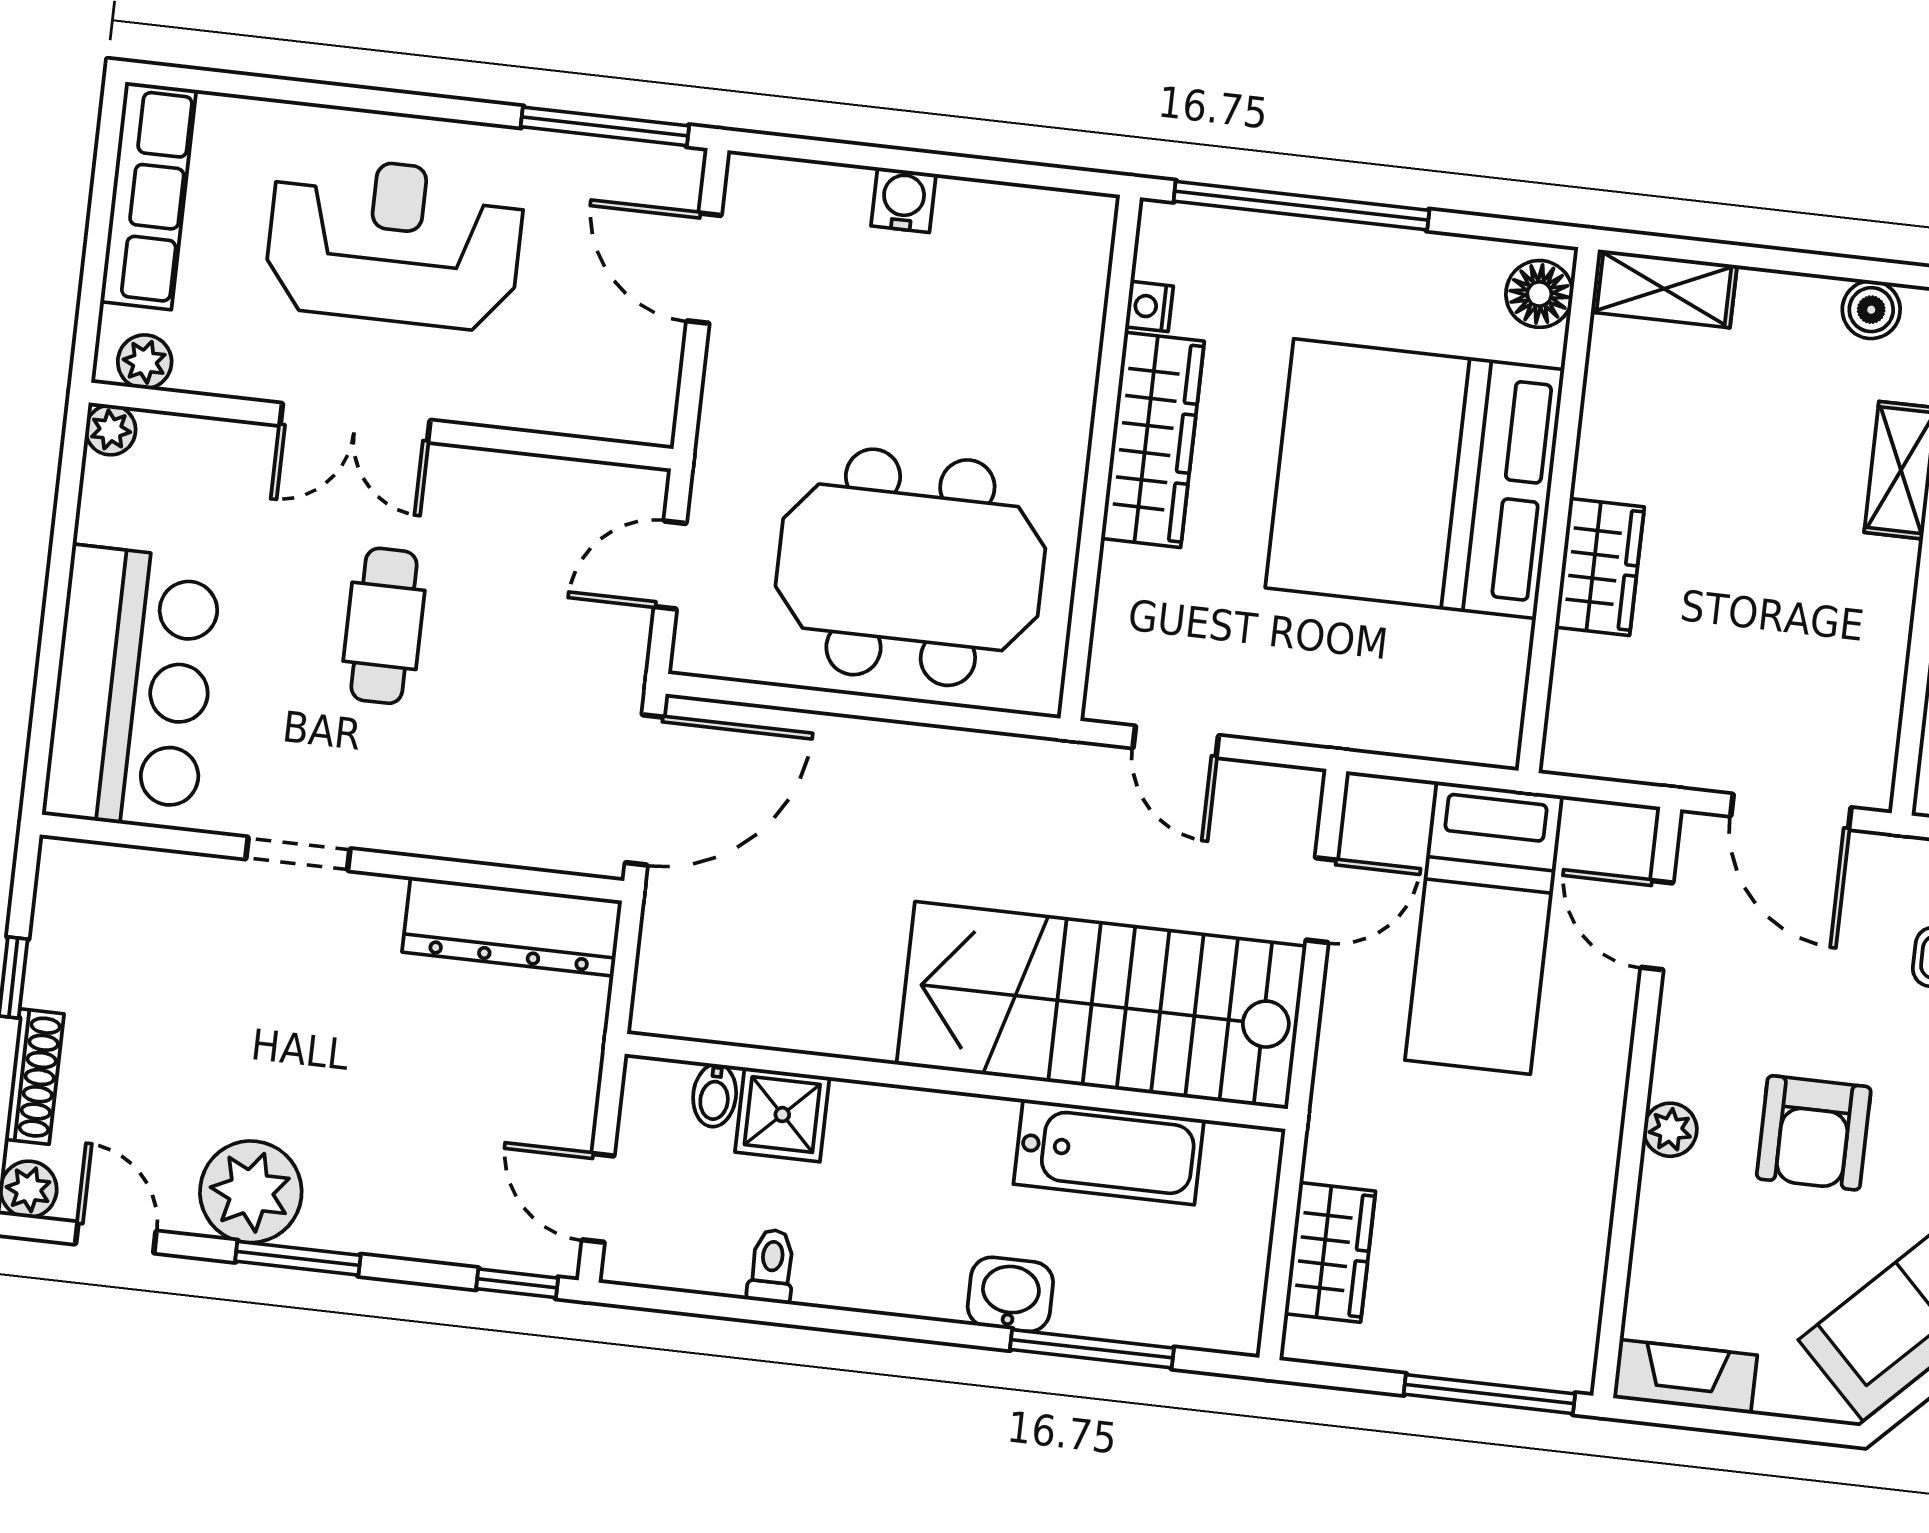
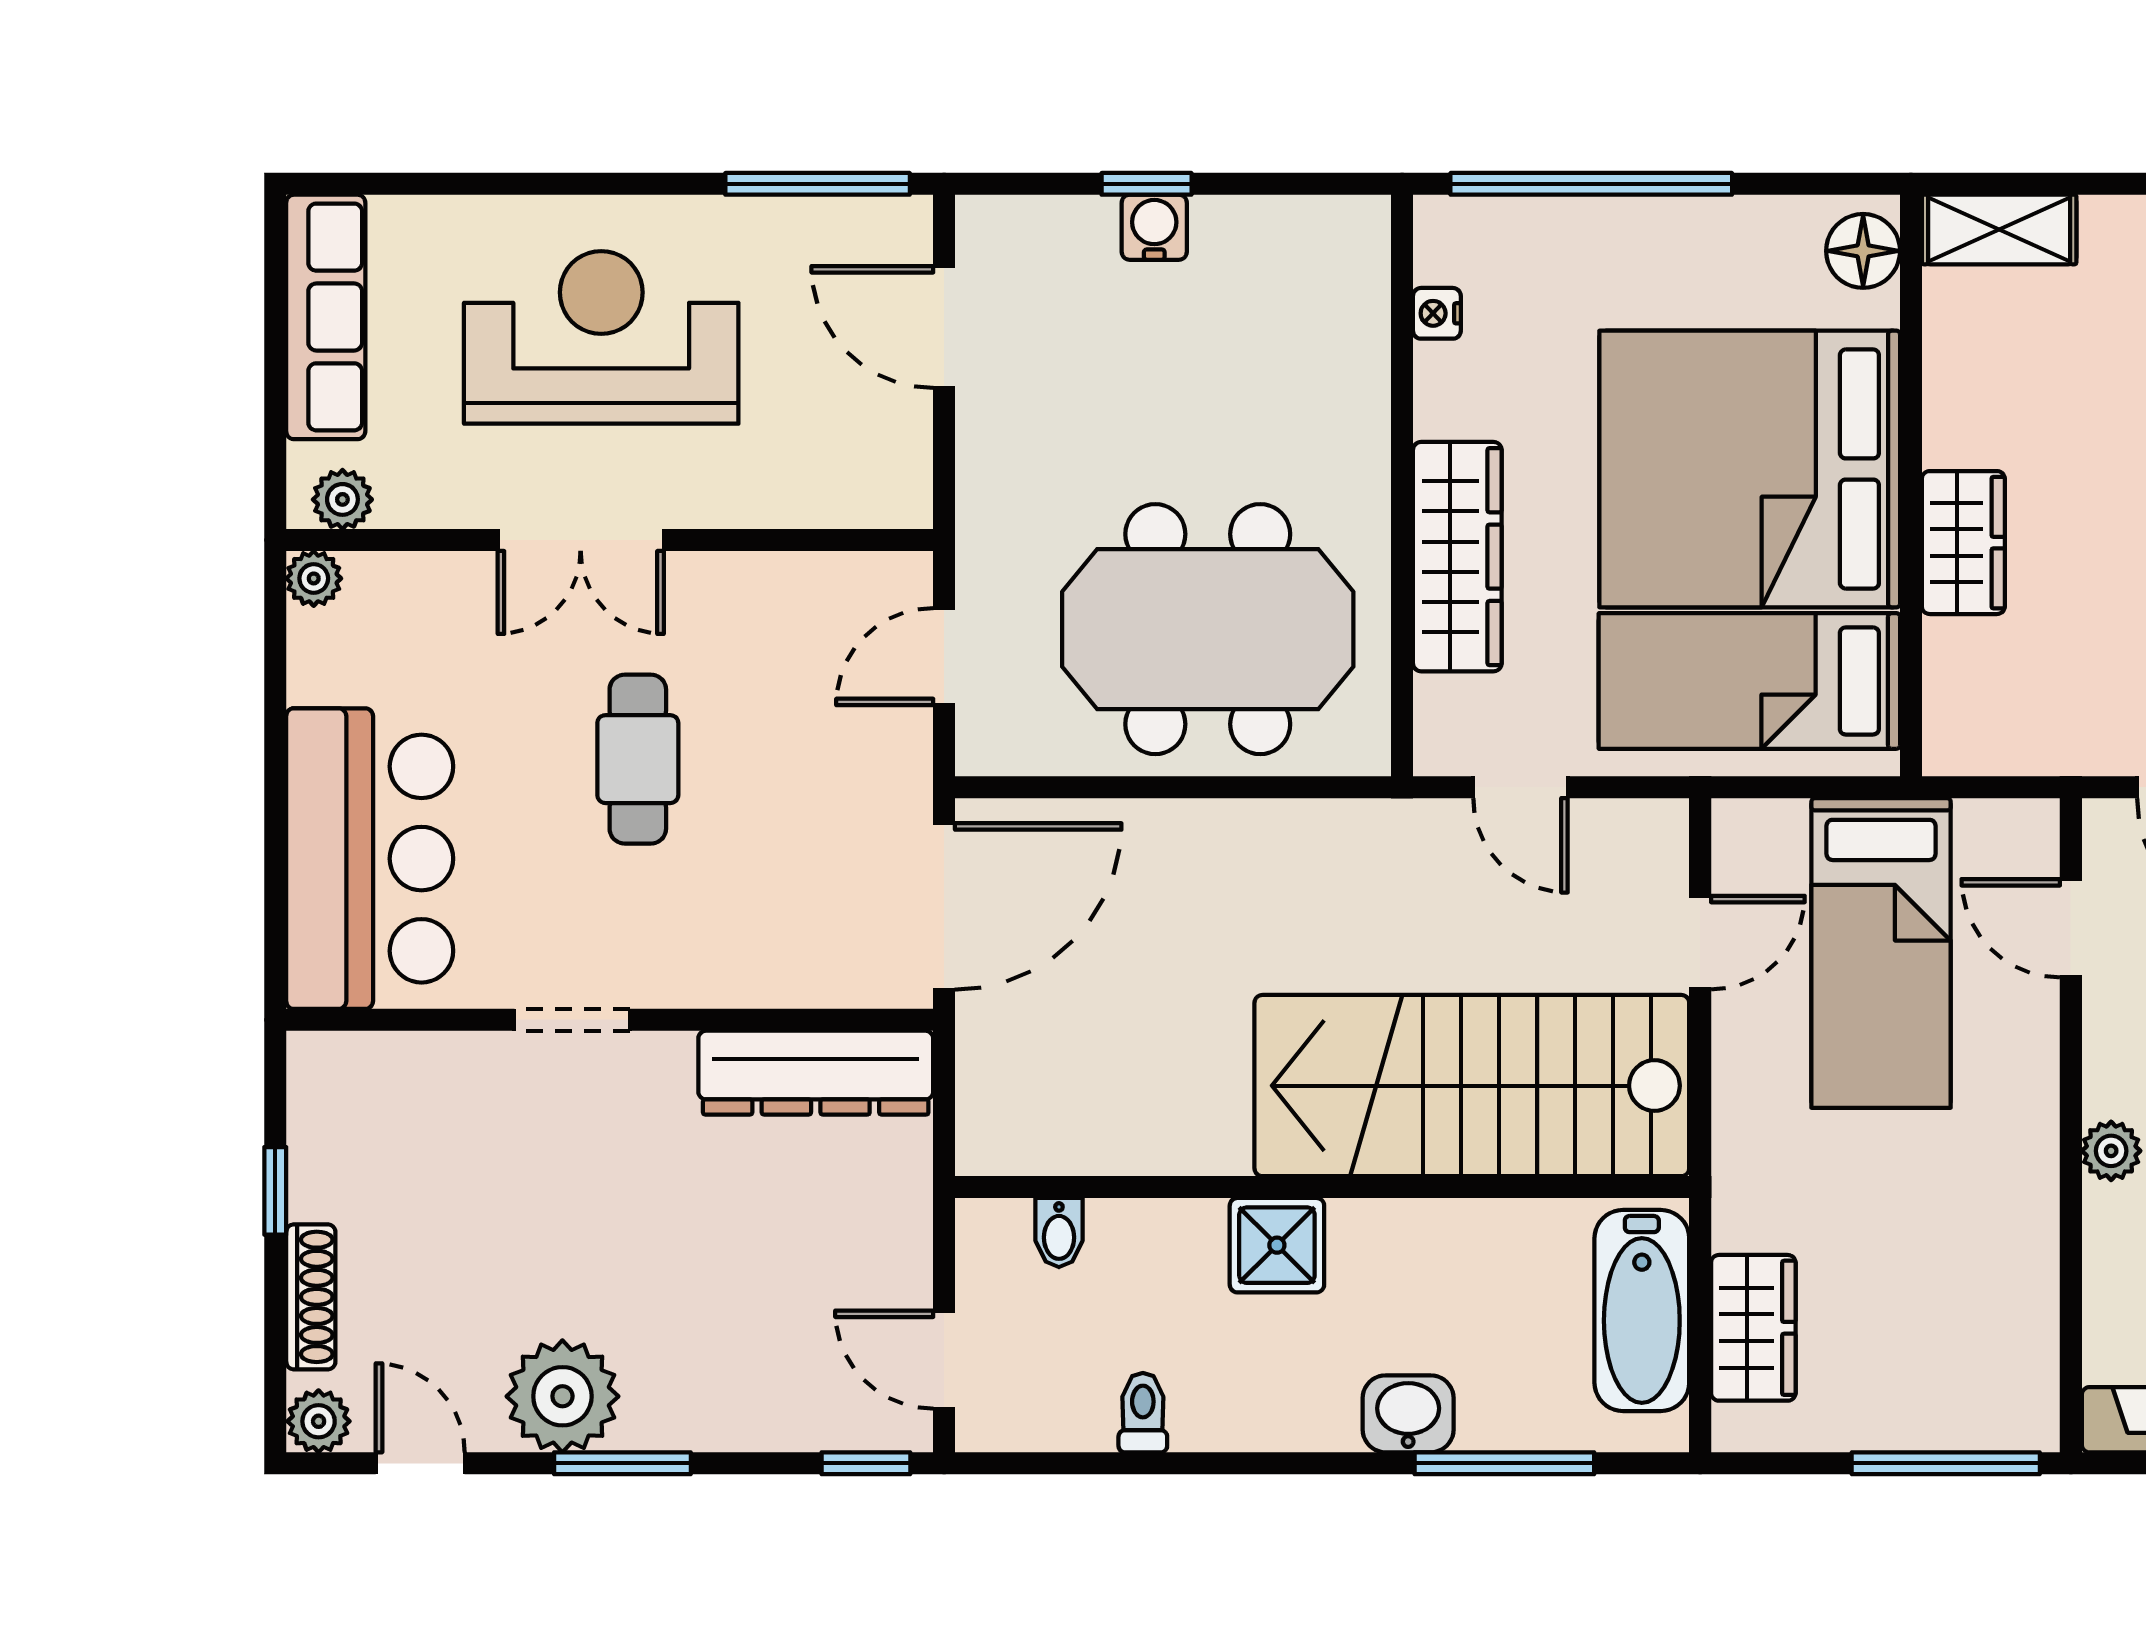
window: (901, 160) -> (1147, 184), added
wardrobe: (1153, 440) -> (1457, 557), moved
bed: (1393, 670) -> (1749, 681), added
shower: (782, 1115) -> (1277, 1245), moved
bathtub: (1109, 1152) -> (1642, 1310), moved, turned 90

